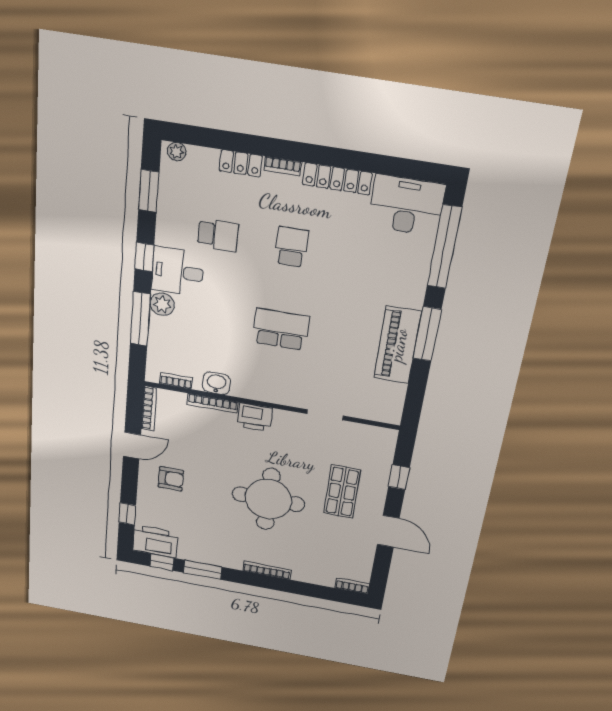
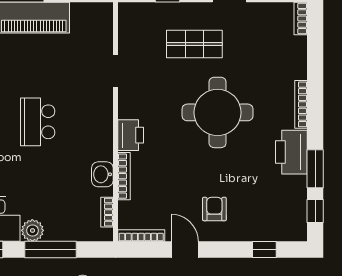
printer: (155, 541) -> (291, 152), moved

